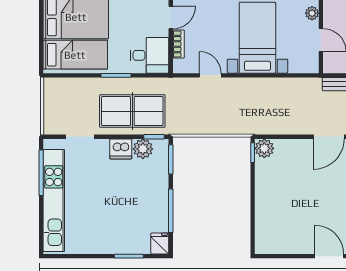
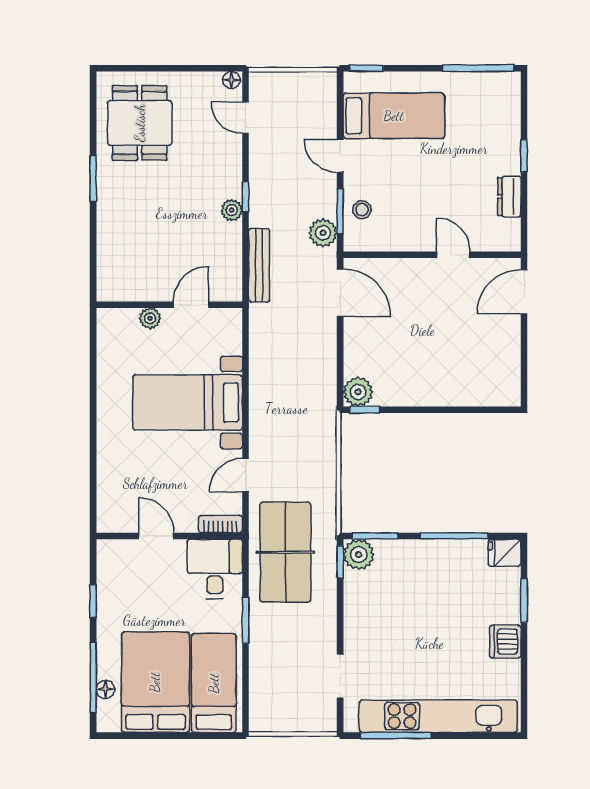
bookcase: (179, 44) -> (220, 524), moved
table tennis table: (132, 111) -> (285, 552), moved
dishwasher: (121, 149) -> (505, 642), moved, turned 180
plant: (143, 149) -> (359, 554), moved

